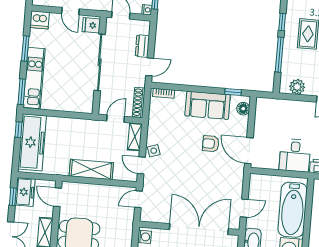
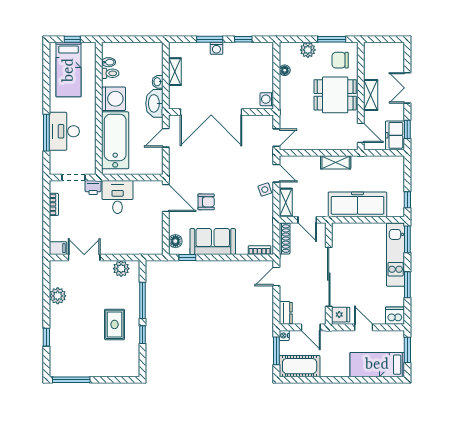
dresser: (142, 46) -> (286, 313), moved
door: (116, 119) -> (307, 220), hinge flipped
freezer: (32, 142) -> (357, 204), moved, turned 90
shelving: (91, 169) -> (336, 162), width x0.67, depth x0.75

